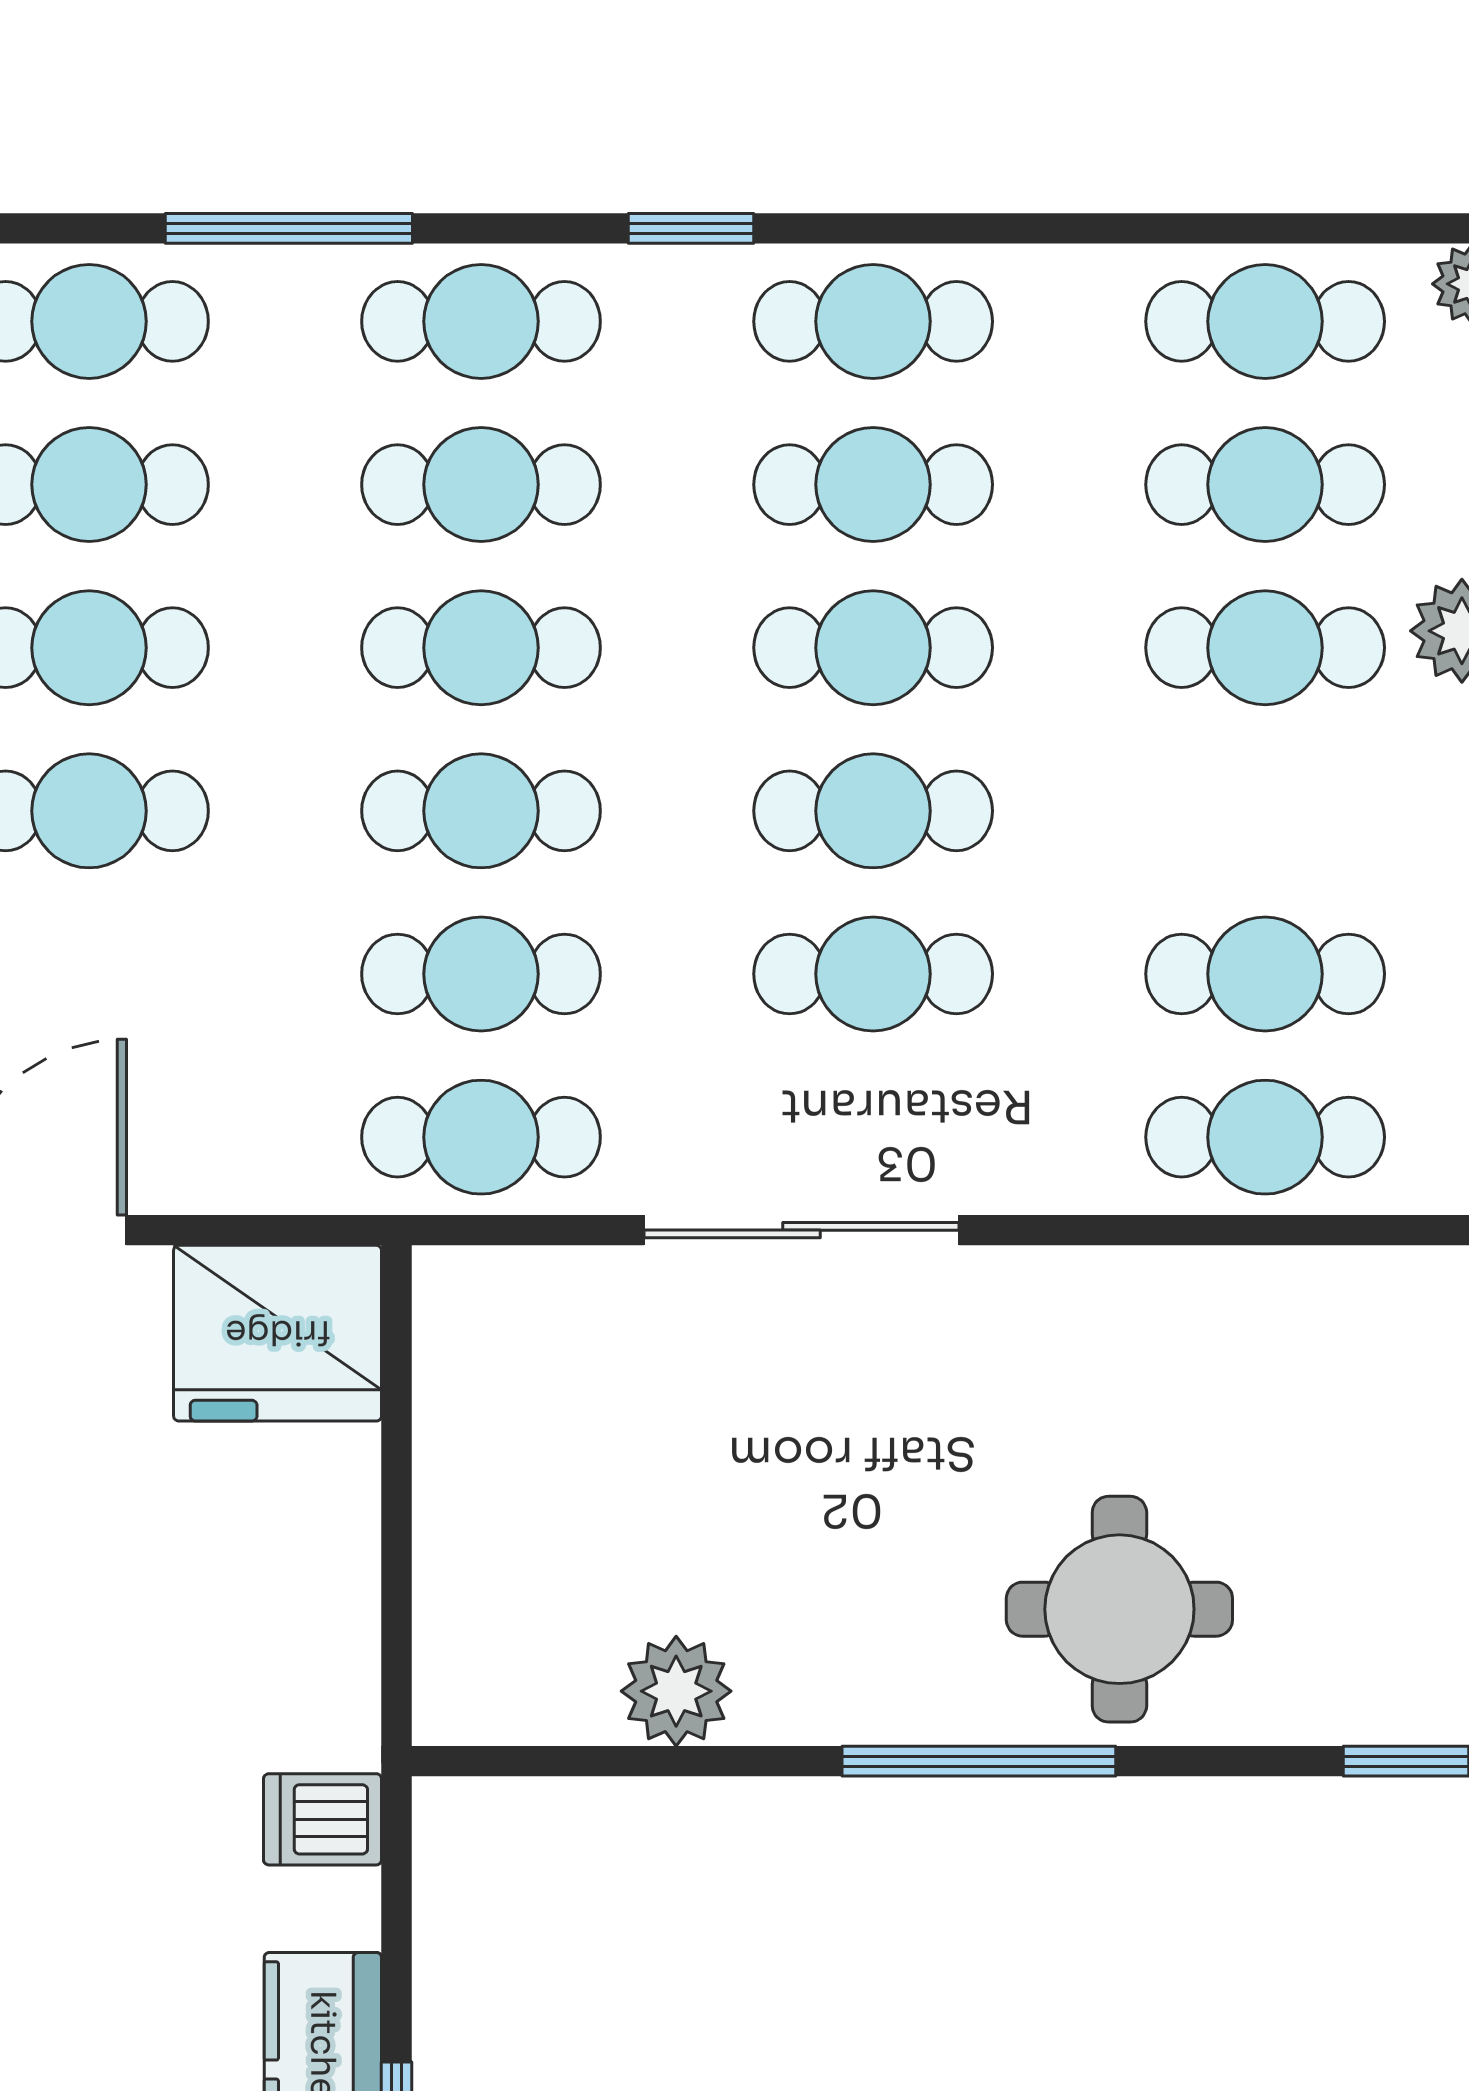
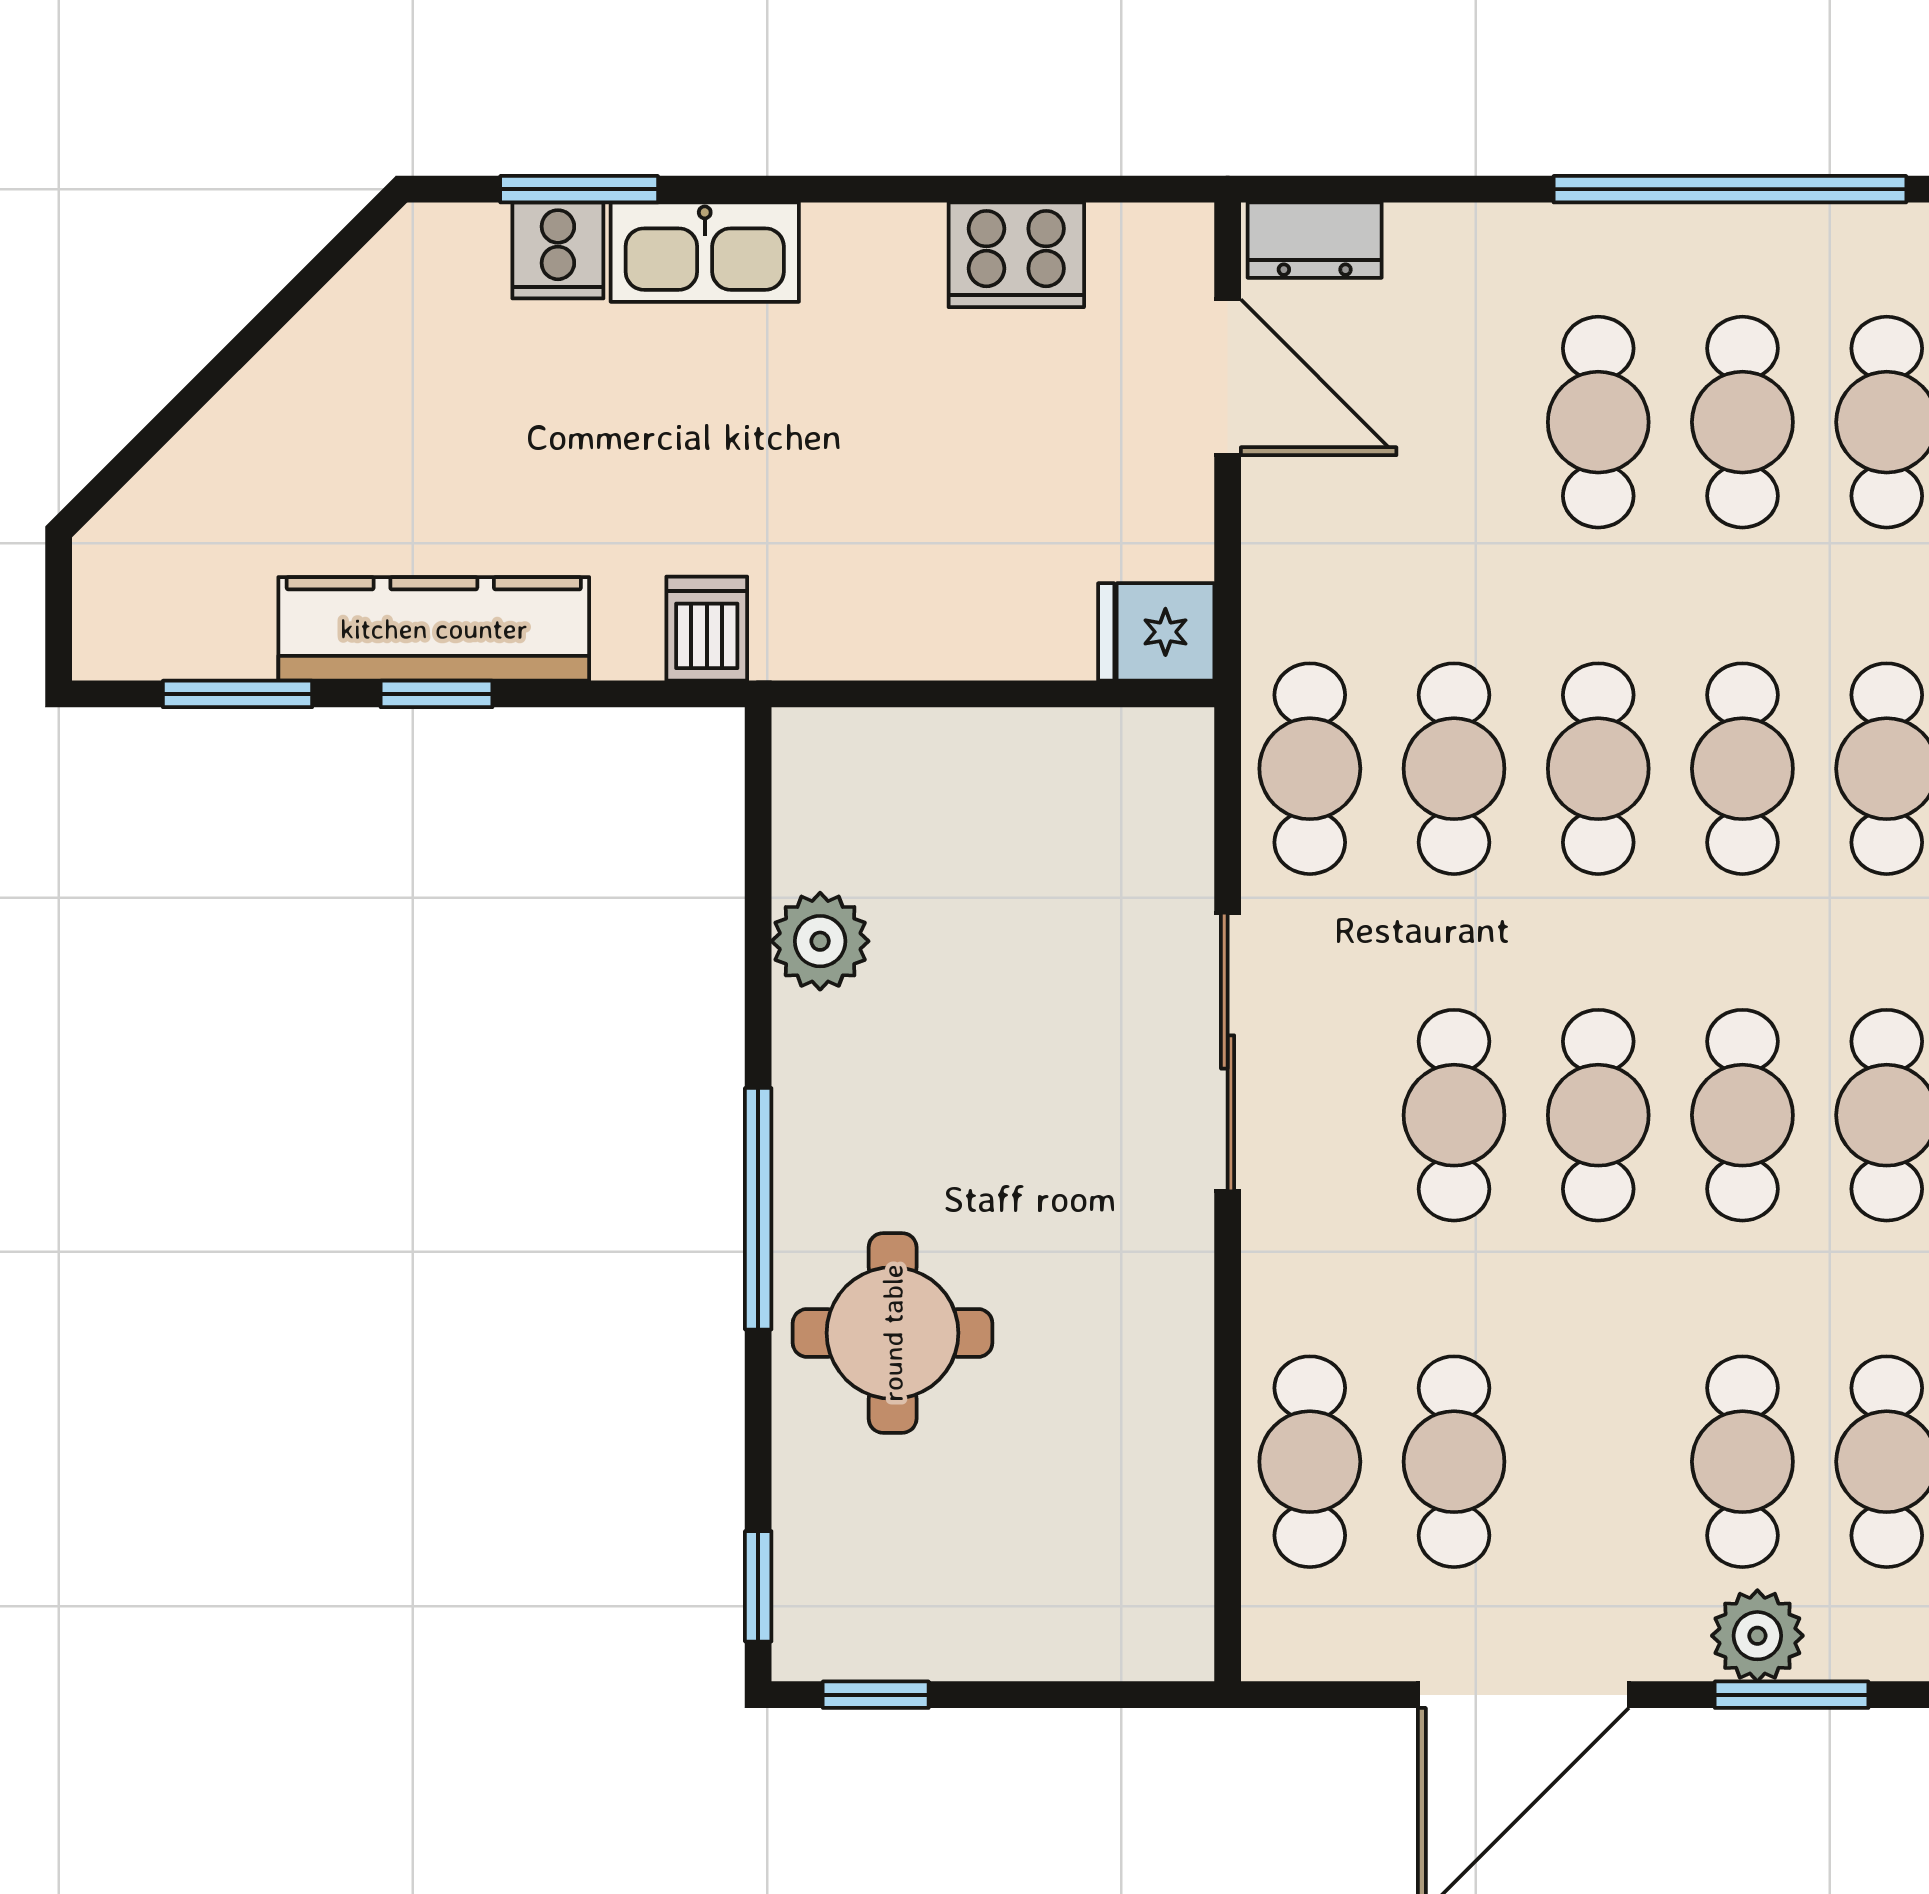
fridge: (278, 1333) -> (1156, 632), width x0.53, depth x0.75

